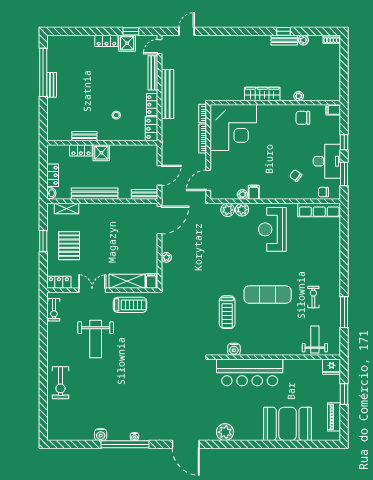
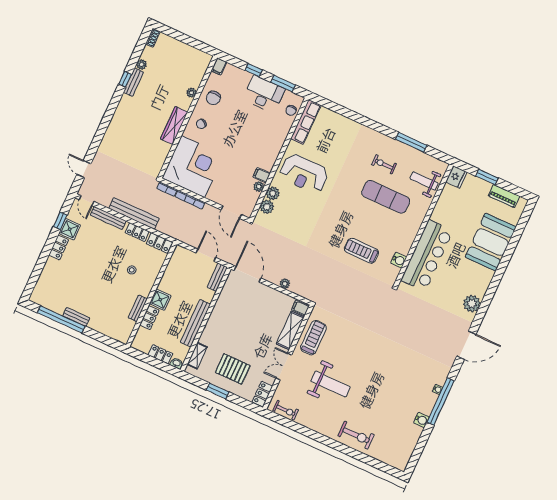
chair: (296, 176) -> (201, 124), moved
exercise mat: (268, 295) -> (386, 197), moved, turned 90
treadmill: (227, 312) -> (361, 251), turned 180

